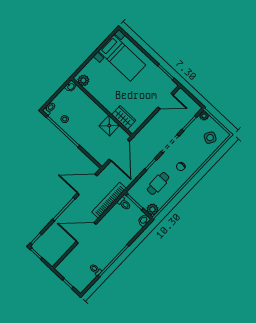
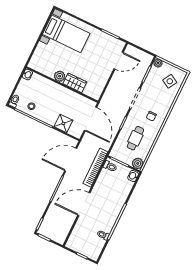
plant: (83, 80) -> (60, 76), moved
wardrobe: (124, 117) -> (75, 83), moved
shower: (109, 126) -> (63, 123), moved

